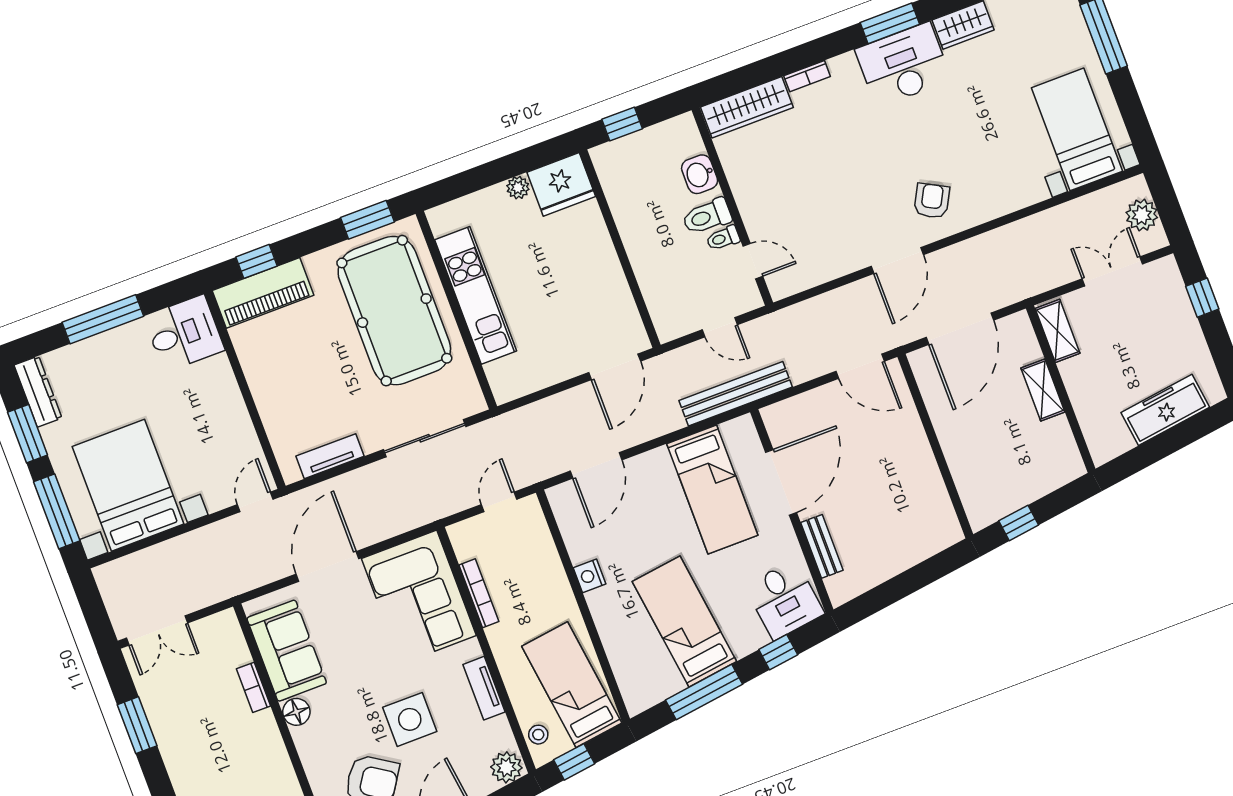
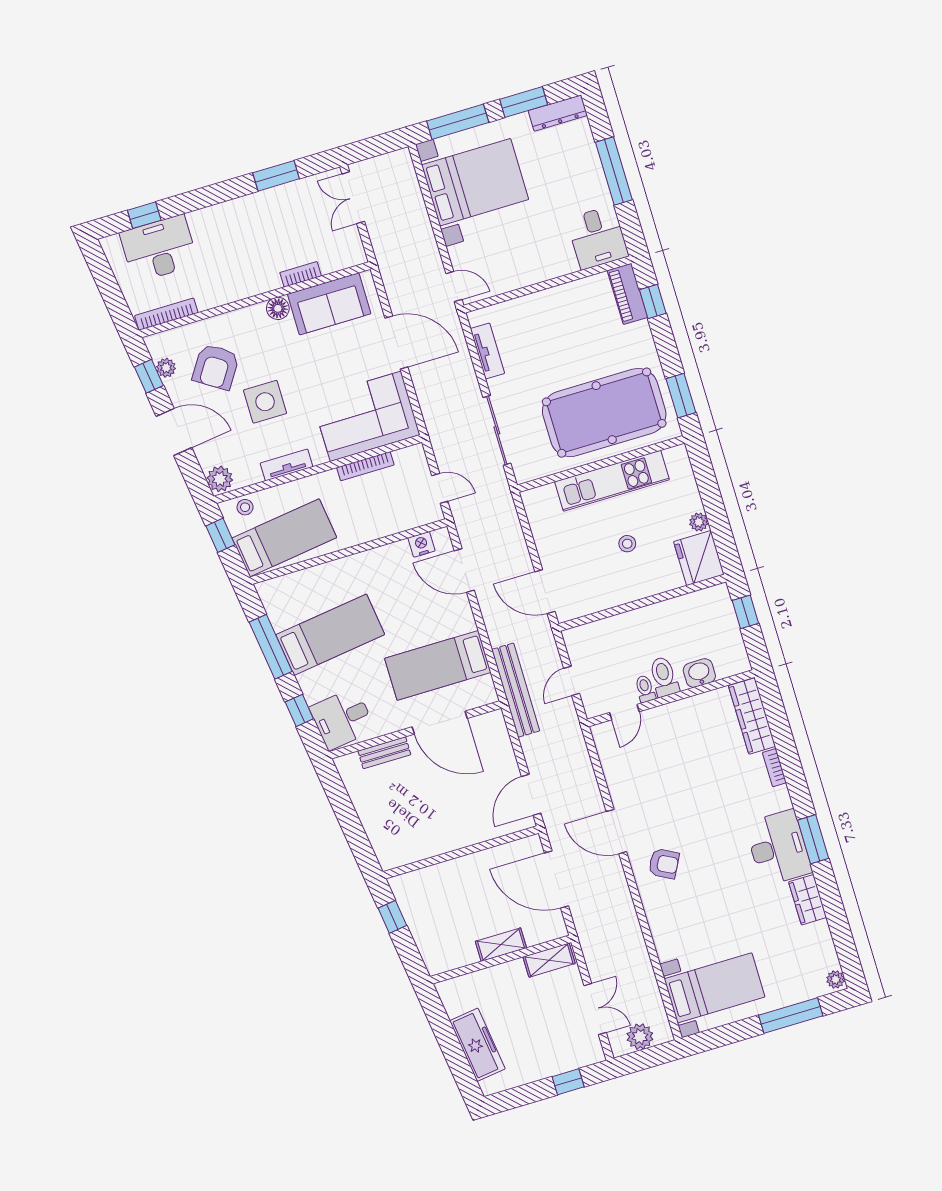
stool: (550, 272) -> (627, 544), added
piano: (263, 293) -> (627, 294), width x0.73, depth x0.75
nightstand: (589, 576) -> (421, 544), moved

